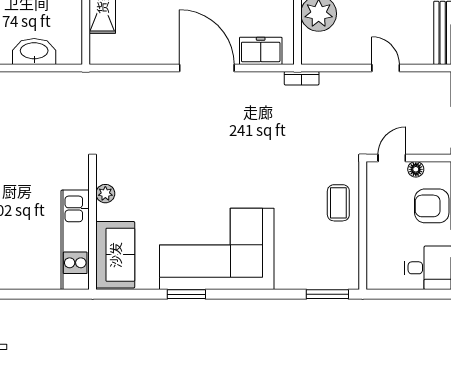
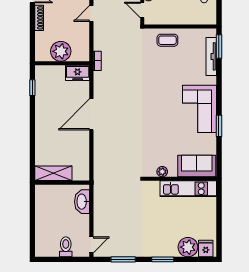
freezer: (261, 51) -> (78, 73), moved, turned -90
washbasin: (34, 52) -> (82, 202), moved
corner sofa: (217, 249) -> (200, 109), width x0.73, depth x0.74
tv unit: (310, 281) -> (211, 56), added

